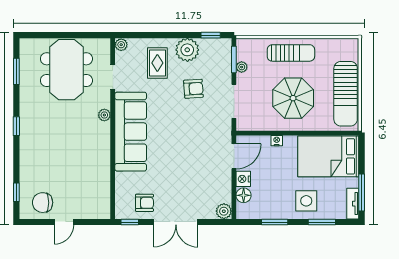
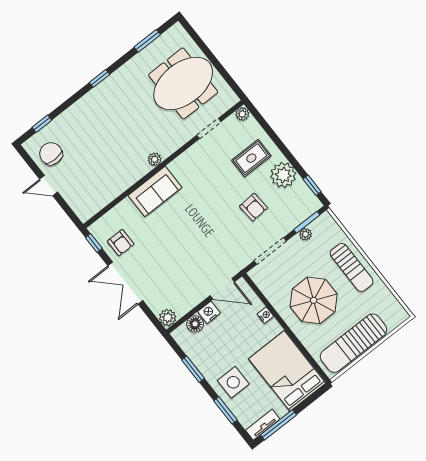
plant: (104, 115) -> (155, 159), moved
sofa: (131, 132) -> (155, 191), width x0.54, depth x0.79

